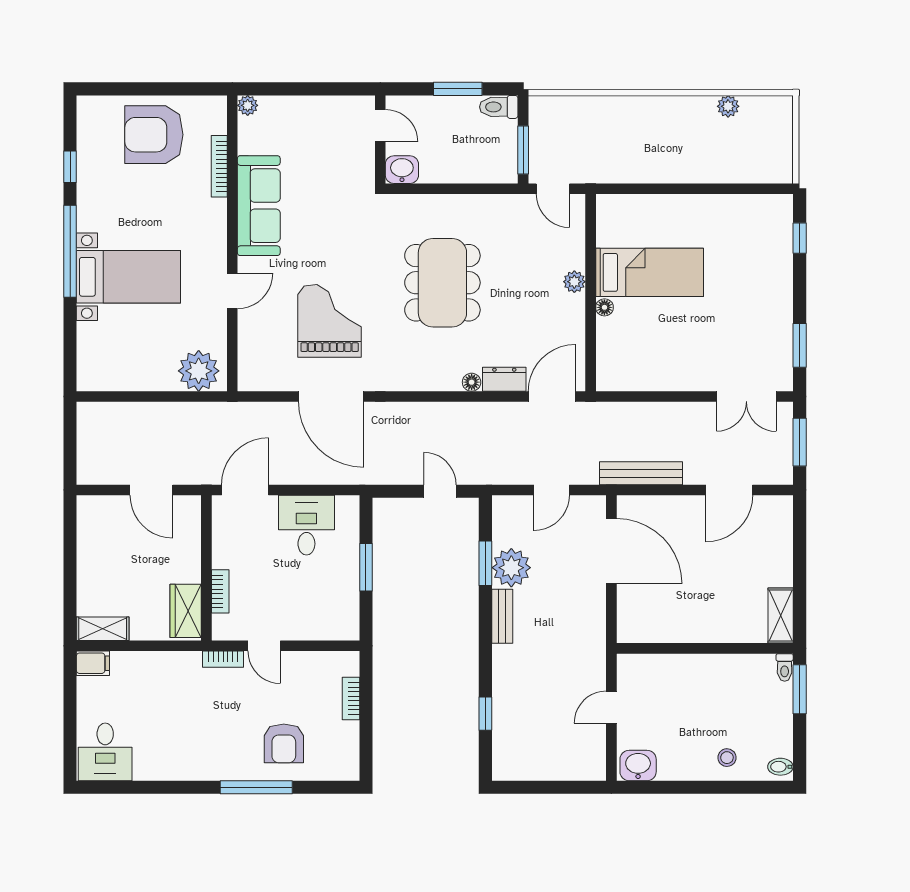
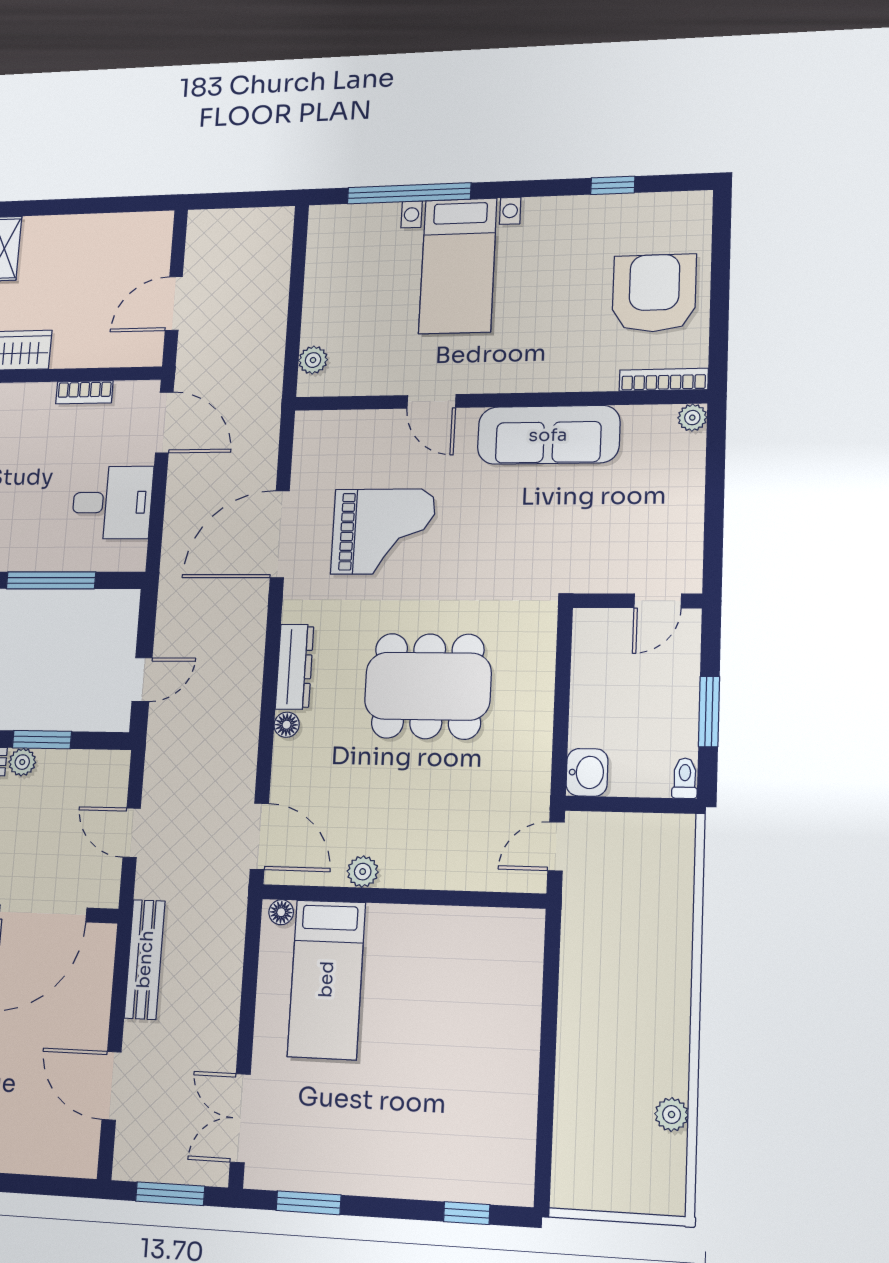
toilet: (499, 107) -> (685, 778), width x0.73, depth x0.72
window: (523, 150) -> (615, 804), removed
bookcase: (219, 166) -> (664, 380), moved
washbasin: (402, 170) -> (587, 772), moved
window: (70, 251) -> (409, 193), moved
bed: (650, 272) -> (326, 979), moved
plant: (574, 282) -> (363, 872), moved
floor lamp: (604, 307) -> (281, 912), moved
plant: (199, 371) -> (313, 360), width x0.53, depth x0.53
dresser: (504, 379) -> (295, 667), moved, width x1.44
window: (366, 567) -> (51, 580), width x1.44
plant: (511, 568) -> (22, 762), width x0.53, depth x0.53
bookcase: (220, 591) -> (84, 392), moved

